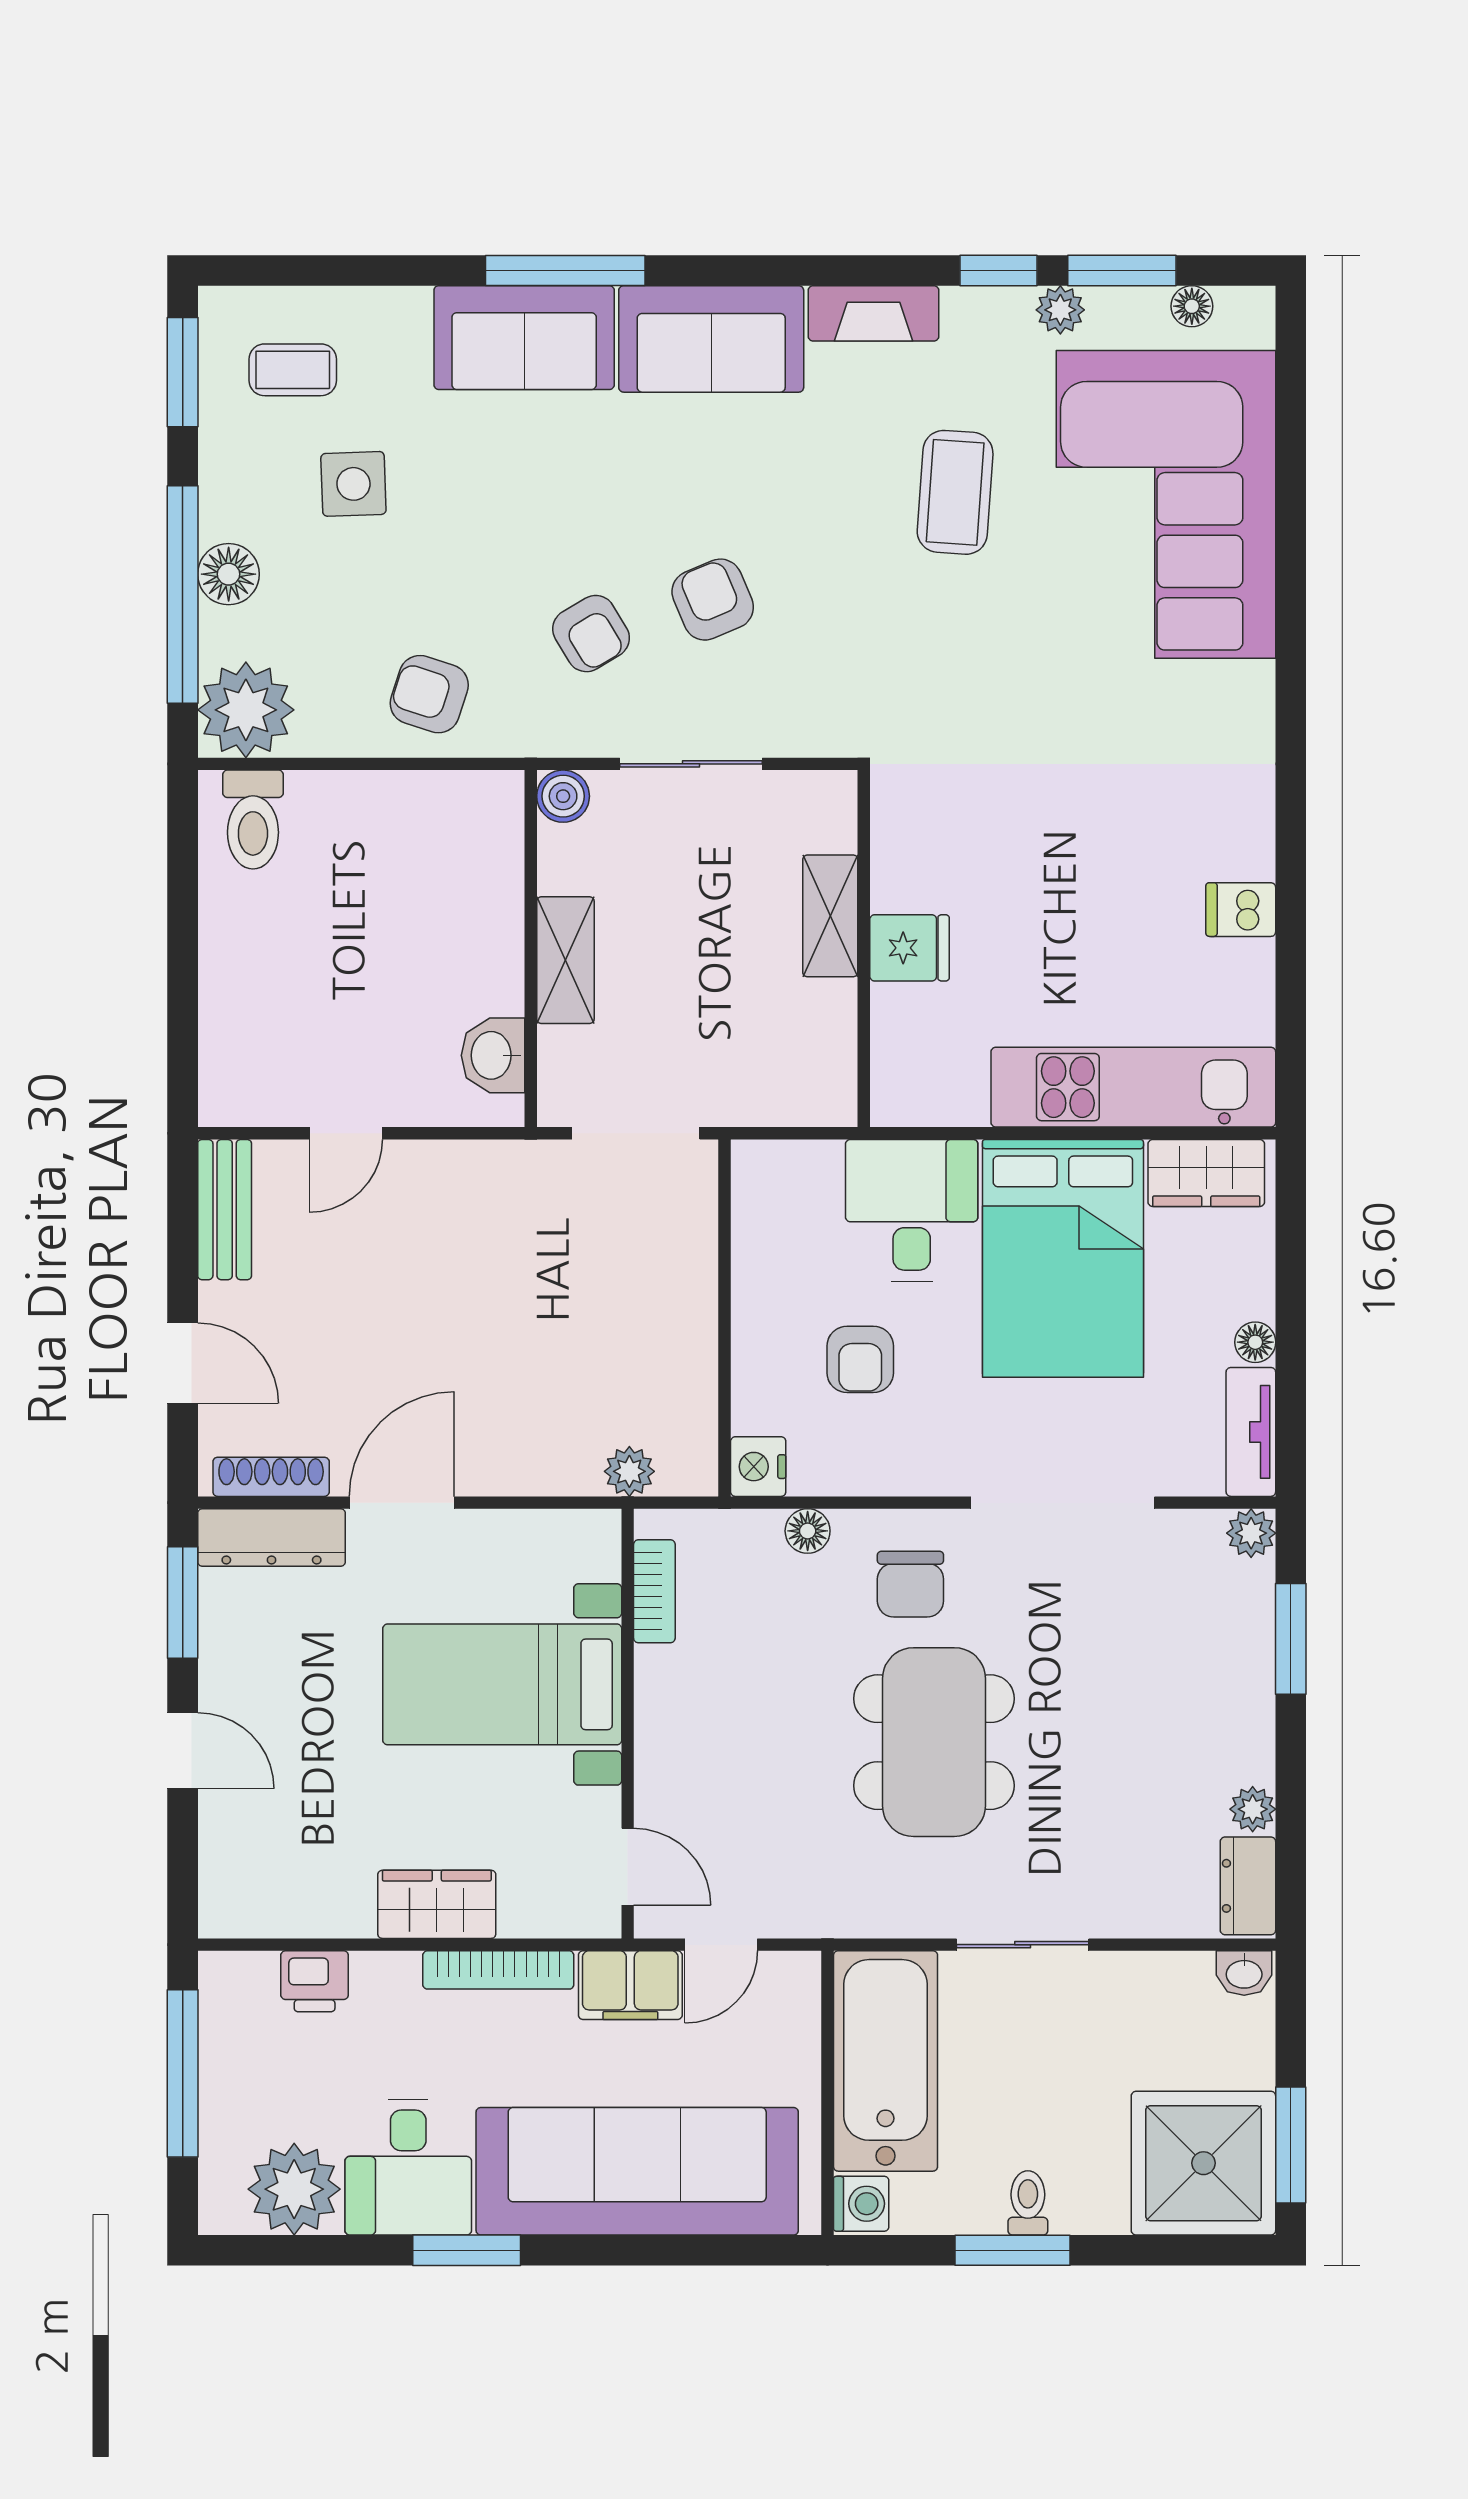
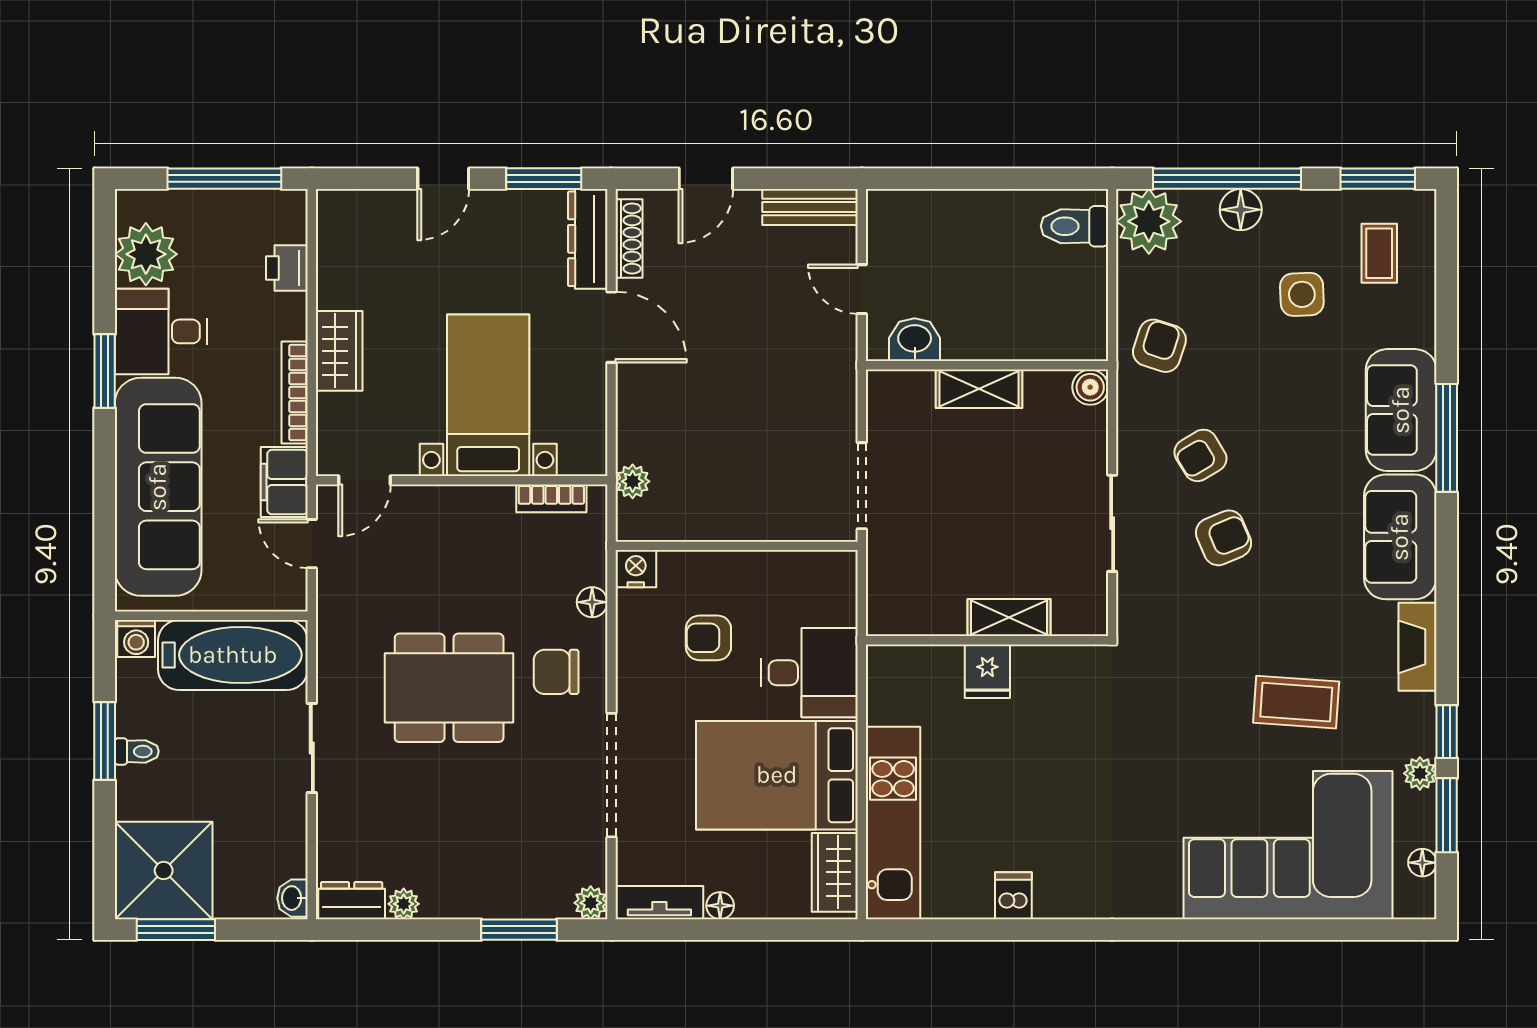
boiler: (563, 796) -> (1090, 387), moved
wall: (531, 949) -> (987, 365), moved
shelving: (565, 960) -> (979, 389), moved
washbasin: (493, 1055) -> (915, 340), moved

